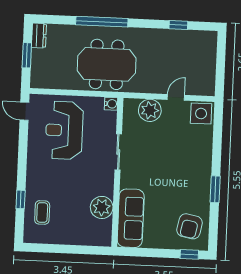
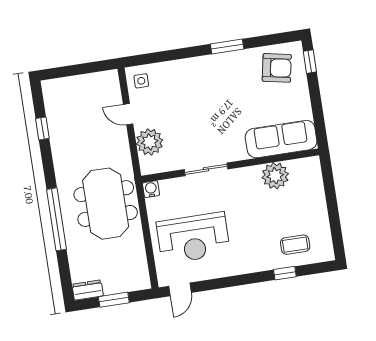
side table: (201, 114) -> (141, 81), width x0.54, depth x0.54

